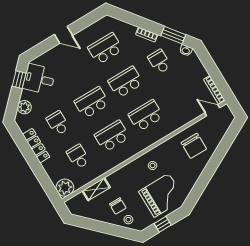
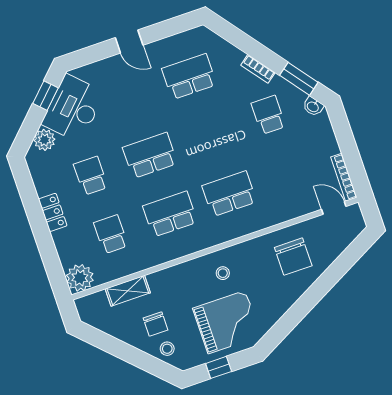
desk: (39, 79) -> (73, 108), width x1.37
school desk: (126, 82) -> (209, 135), removed
locker: (36, 146) -> (53, 212), width x0.66

